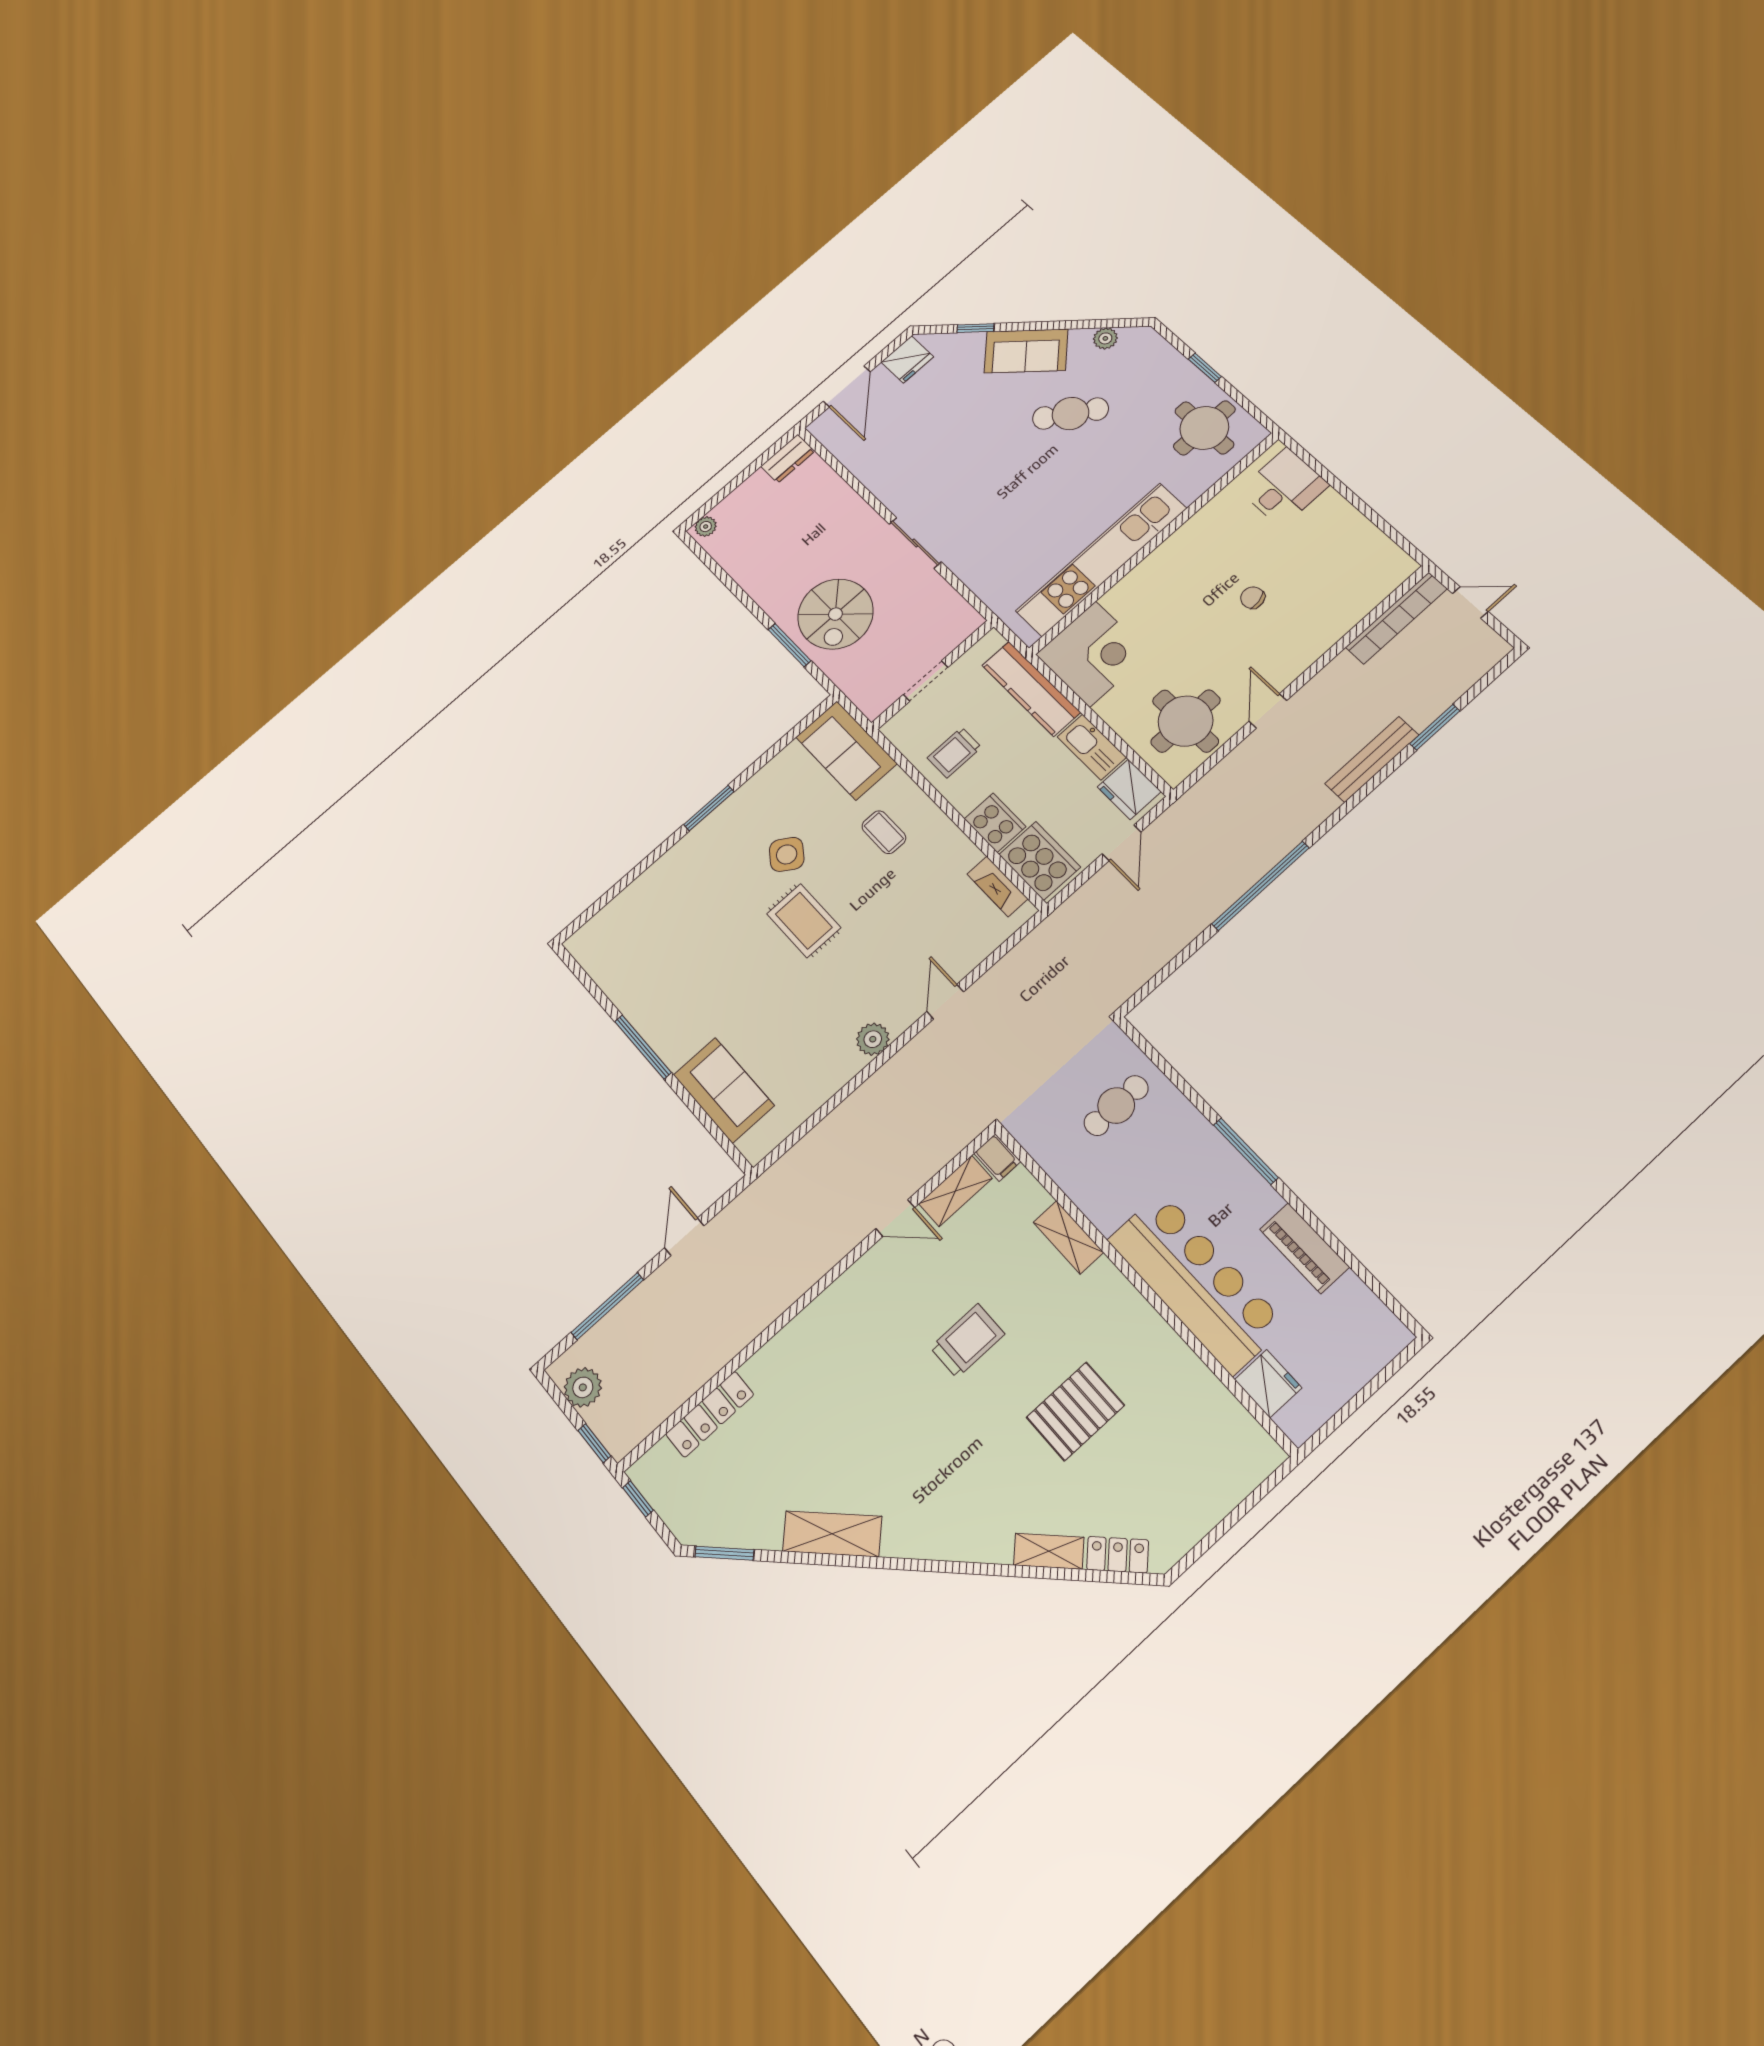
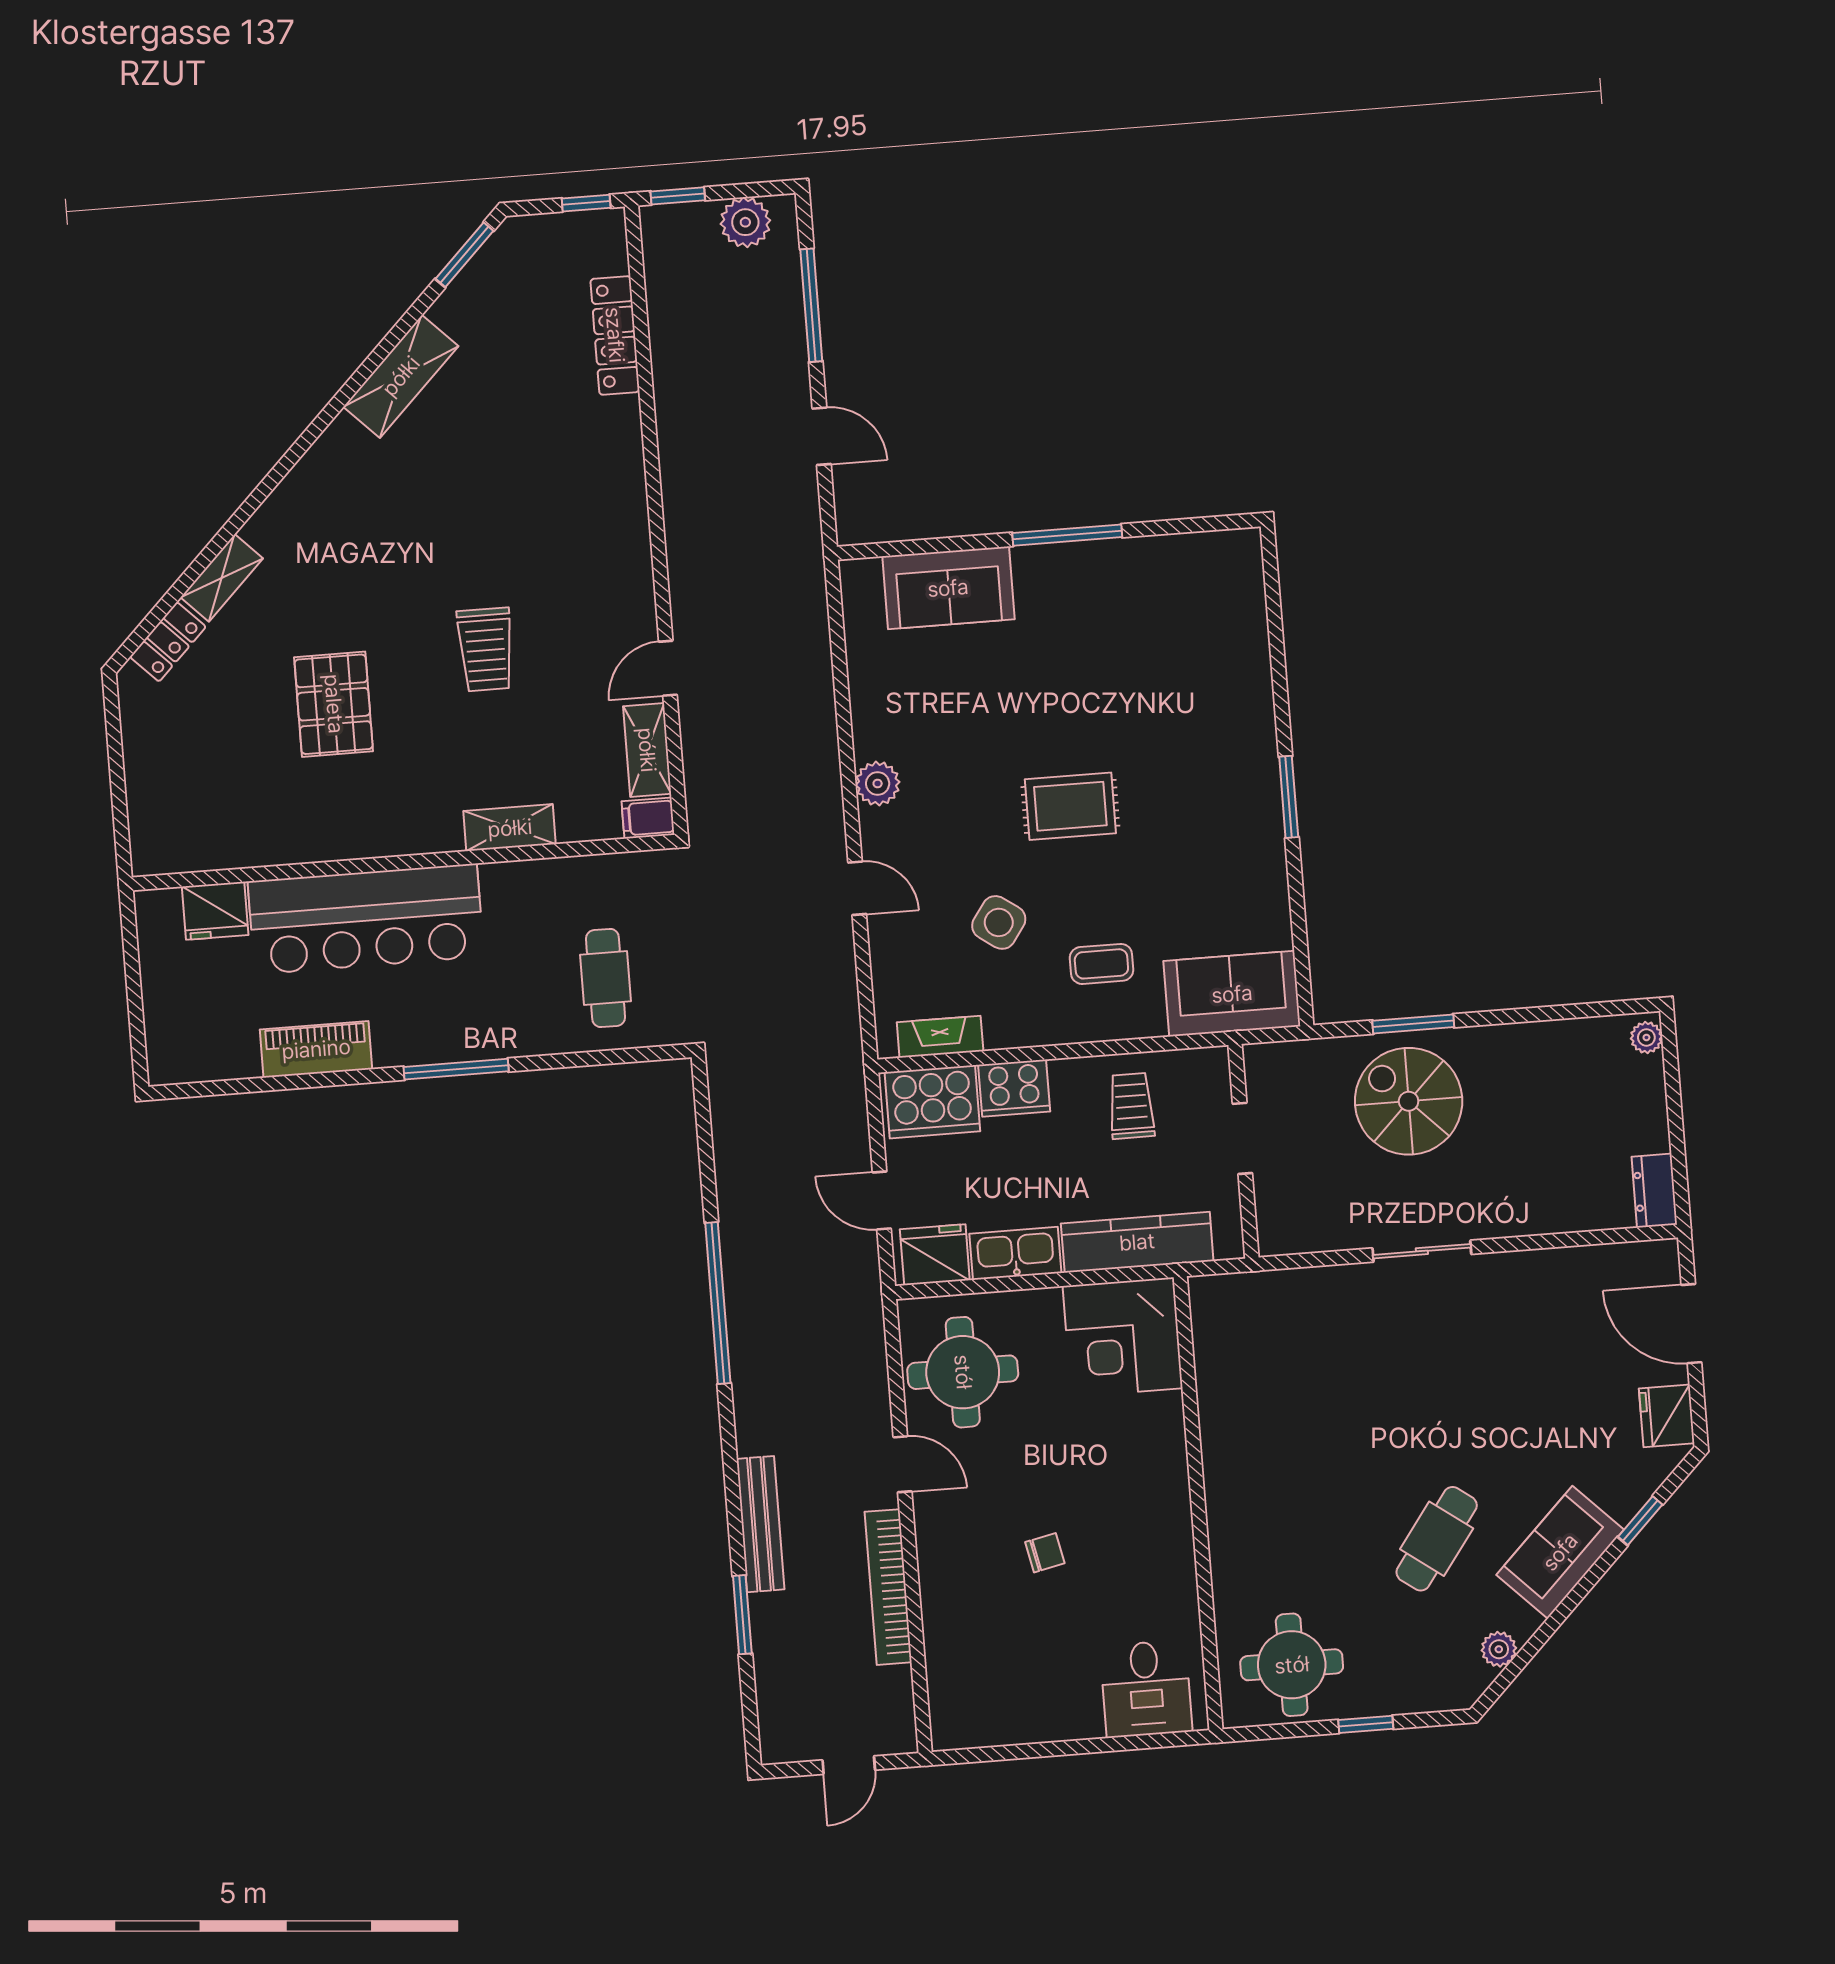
kitchen unit: (1101, 560) -> (1227, 1433), removed
bookcase: (1396, 618) -> (888, 1587), moved
side table: (787, 854) -> (999, 922), moved

